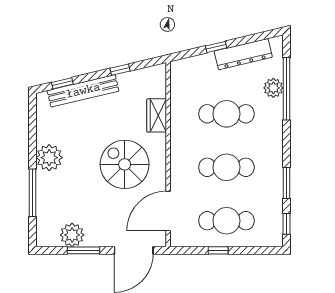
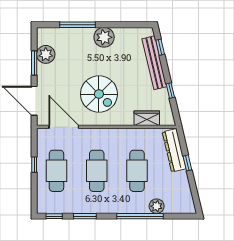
dresser: (243, 54) -> (174, 150), moved
window: (287, 89) -> (140, 216), moved
wardrobe: (157, 115) -> (147, 118), moved
spiral stairs: (125, 164) -> (99, 94), turned 90

